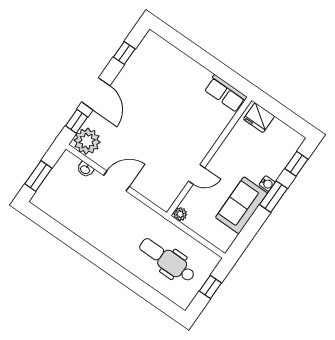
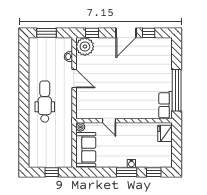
window: (217, 67) -> (177, 90), added
door: (96, 94) -> (126, 33), moved
sofa: (242, 205) -> (86, 150), moved, turned 90
dental chair: (167, 260) -> (45, 102), moved

